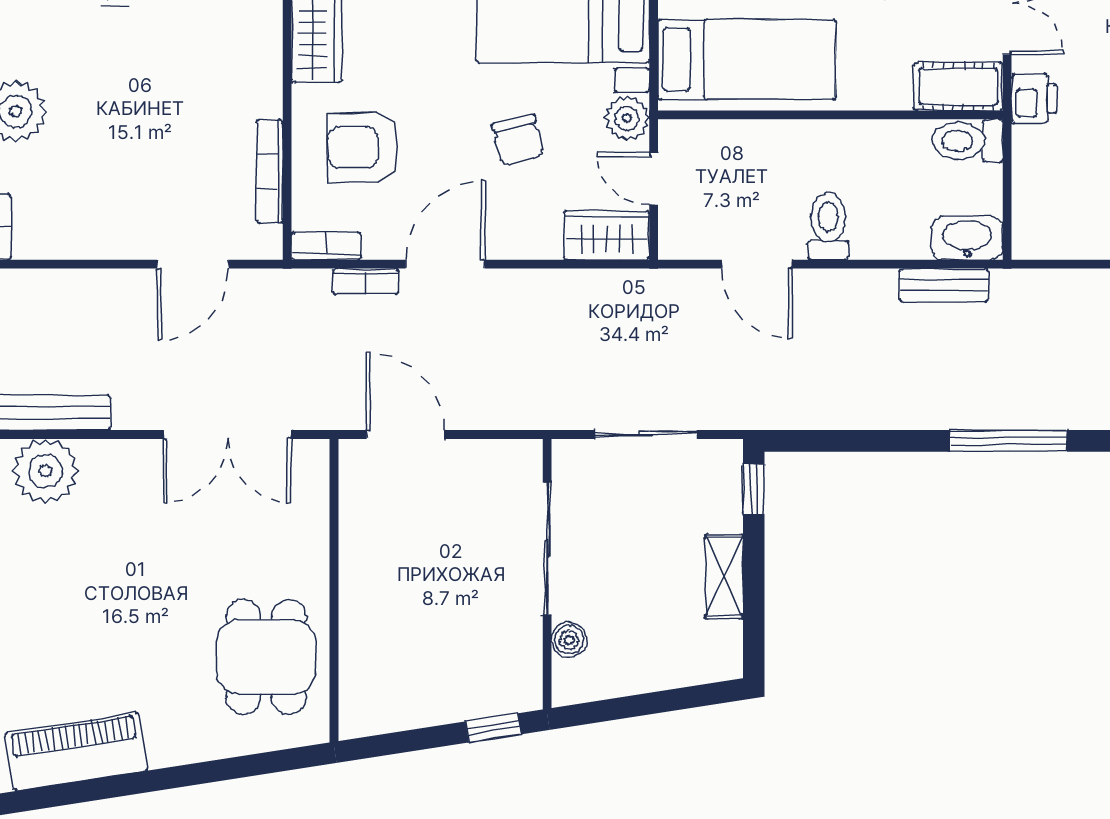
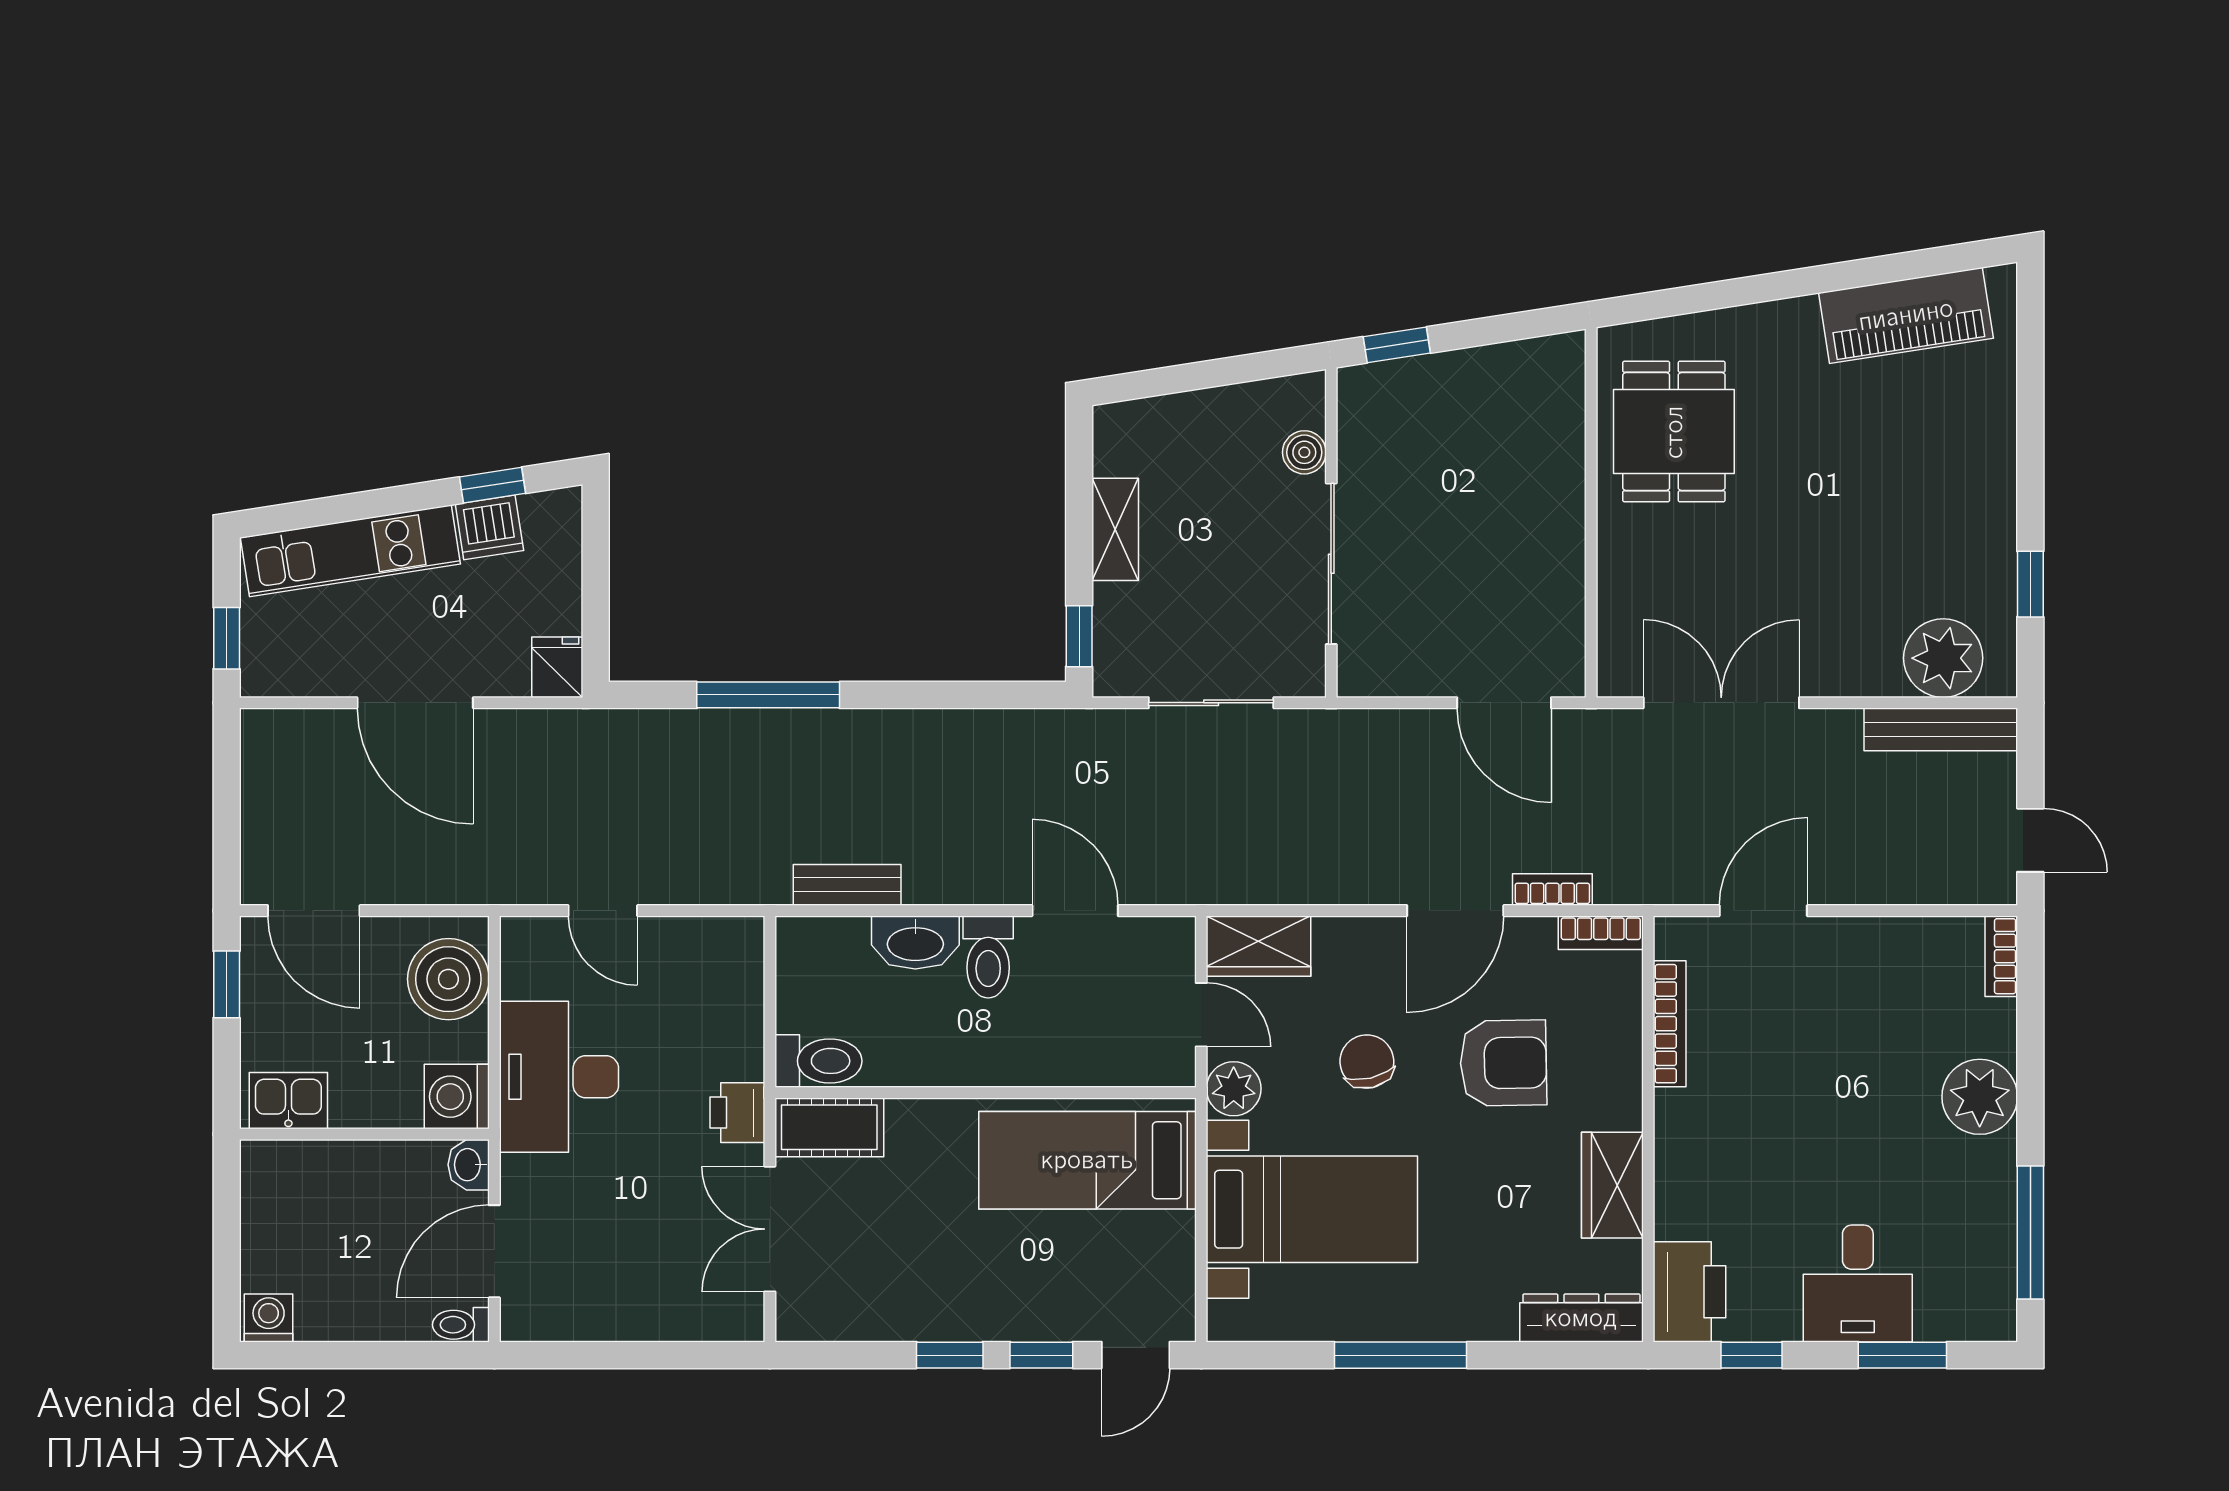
armchair: (363, 147) -> (1503, 1063), moved
washbasin: (967, 238) -> (915, 943), moved

